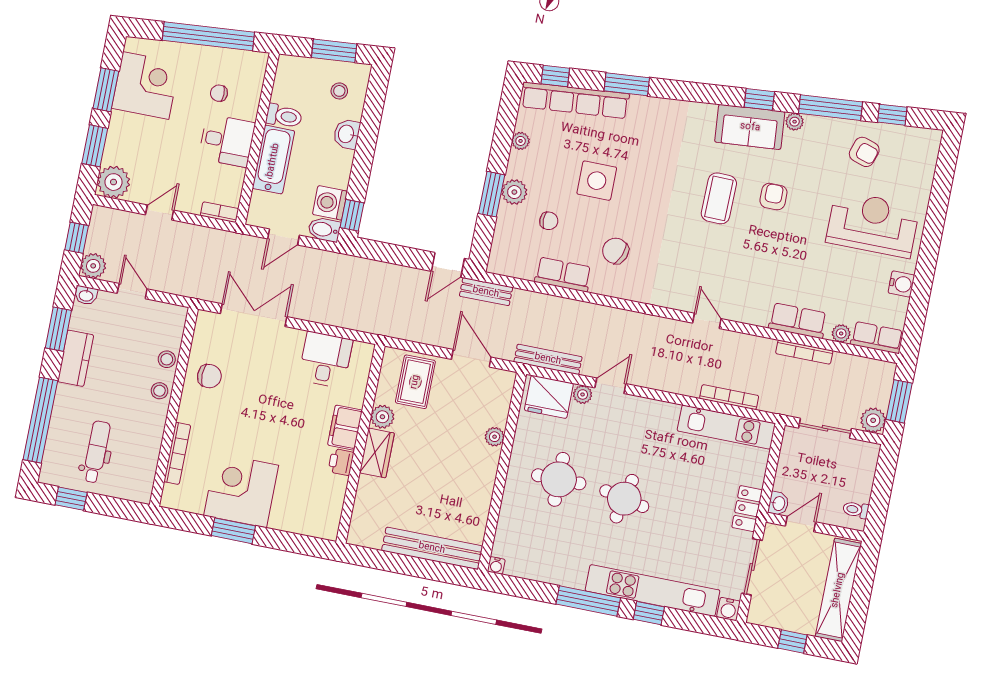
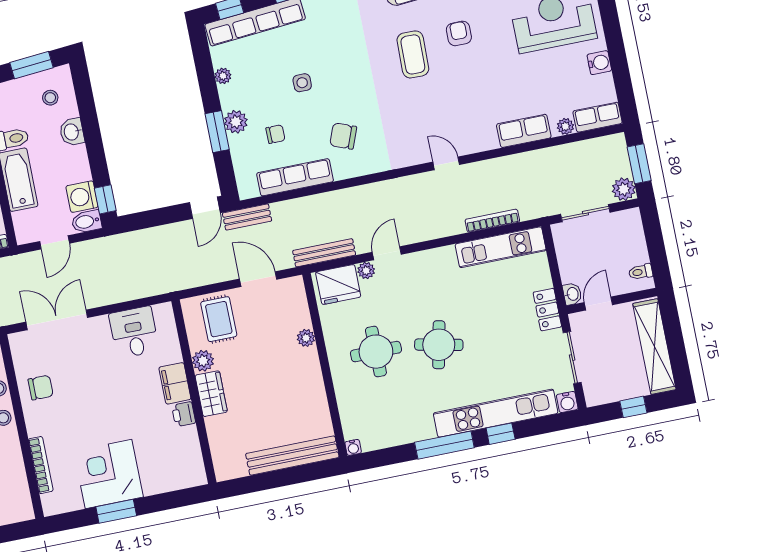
side table: (597, 181) -> (302, 83), width x0.54, depth x0.54
row of seats: (563, 274) -> (295, 177), width x1.48
bookcase: (804, 352) -> (540, 155), removed

